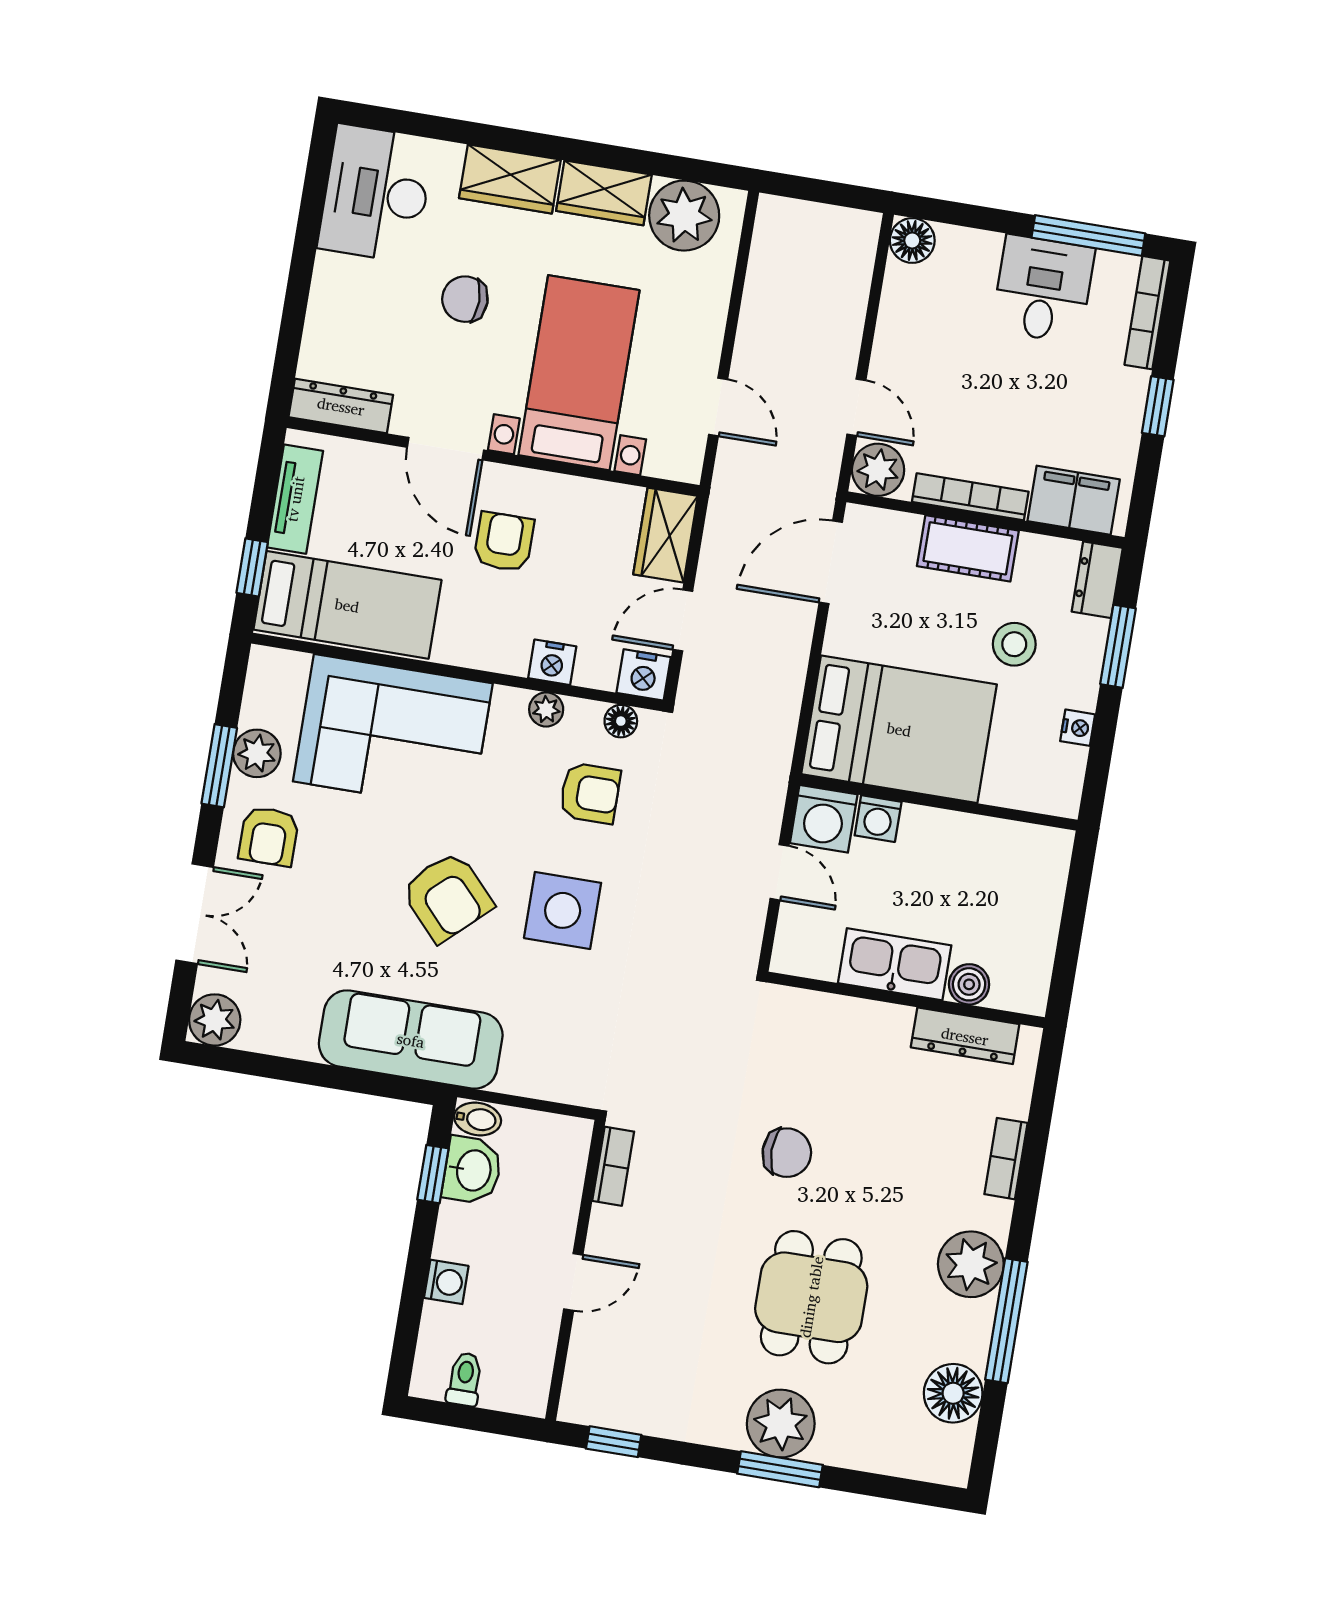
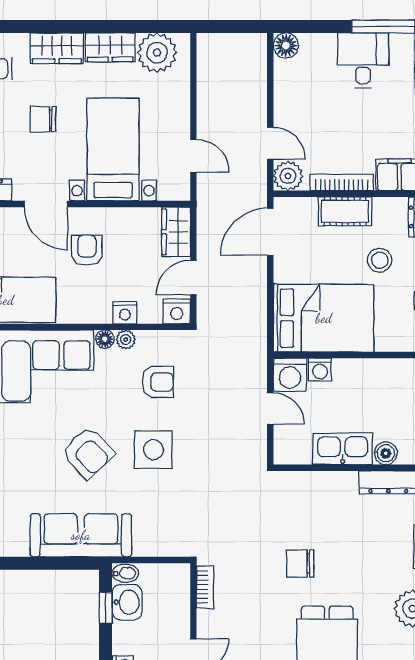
floor lamp: (621, 721) -> (105, 339), moved
chair: (787, 1153) -> (300, 564), turned 180

